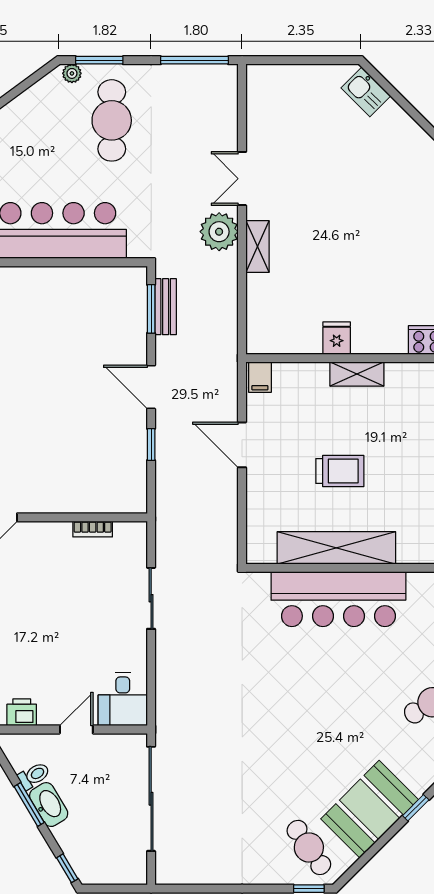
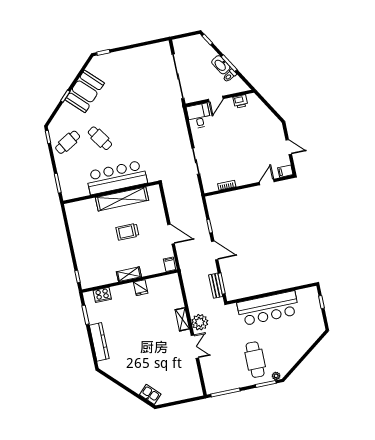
cafe table: (309, 847) -> (100, 138), moved

